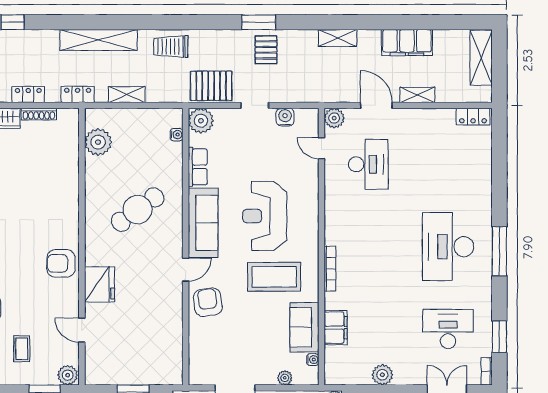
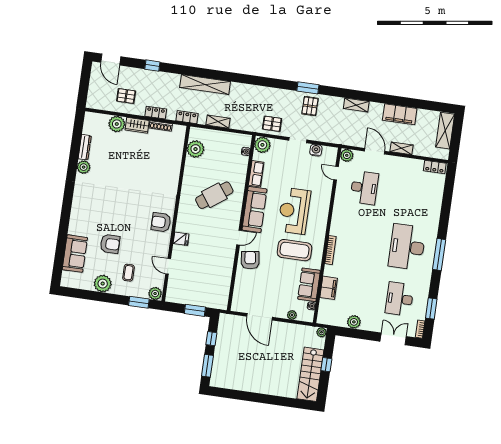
trolley: (171, 47) -> (250, 95), removed
pallet: (211, 86) -> (272, 124), width x0.67, depth x0.71
fridge: (100, 284) -> (181, 239), width x0.53, depth x0.75
desk: (448, 329) -> (400, 299), turned -90

